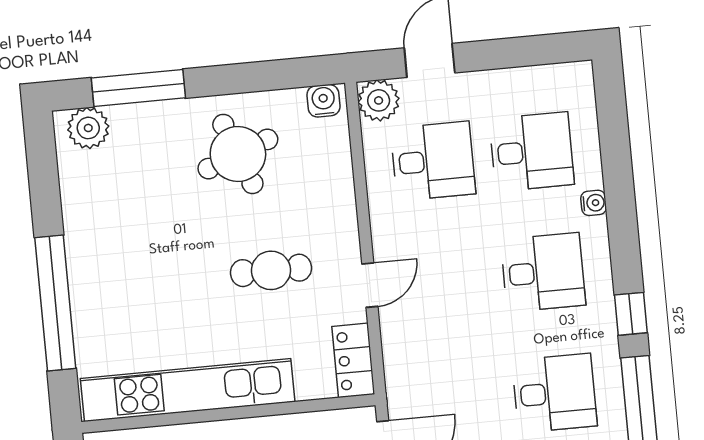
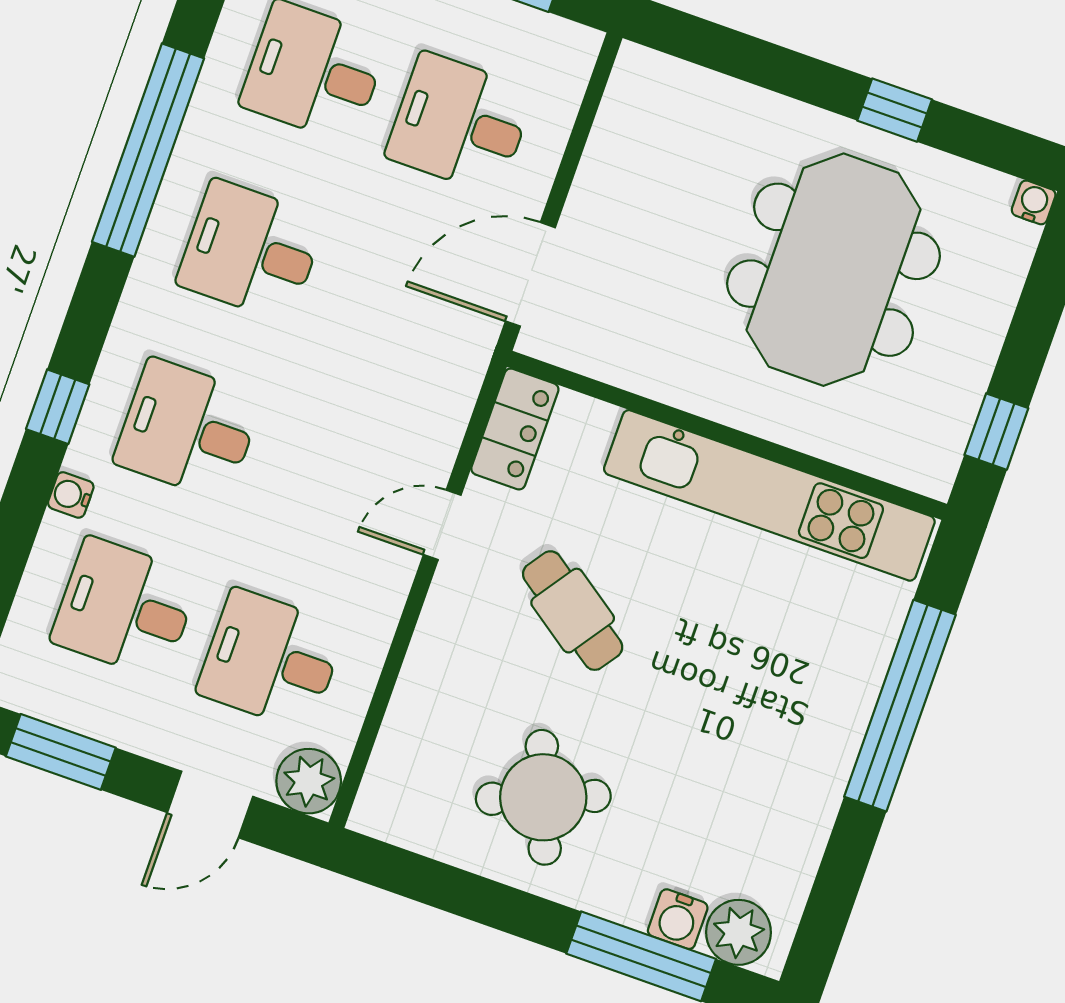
window: (530, 51) -> (61, 752), added
water cooler: (323, 101) -> (678, 919), moved
cafe table: (271, 270) -> (573, 611), turned 35
window: (631, 314) -> (58, 407), moved

